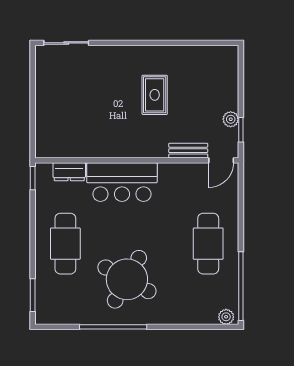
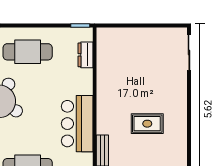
bar counter: (122, 182) -> (77, 124), moved

